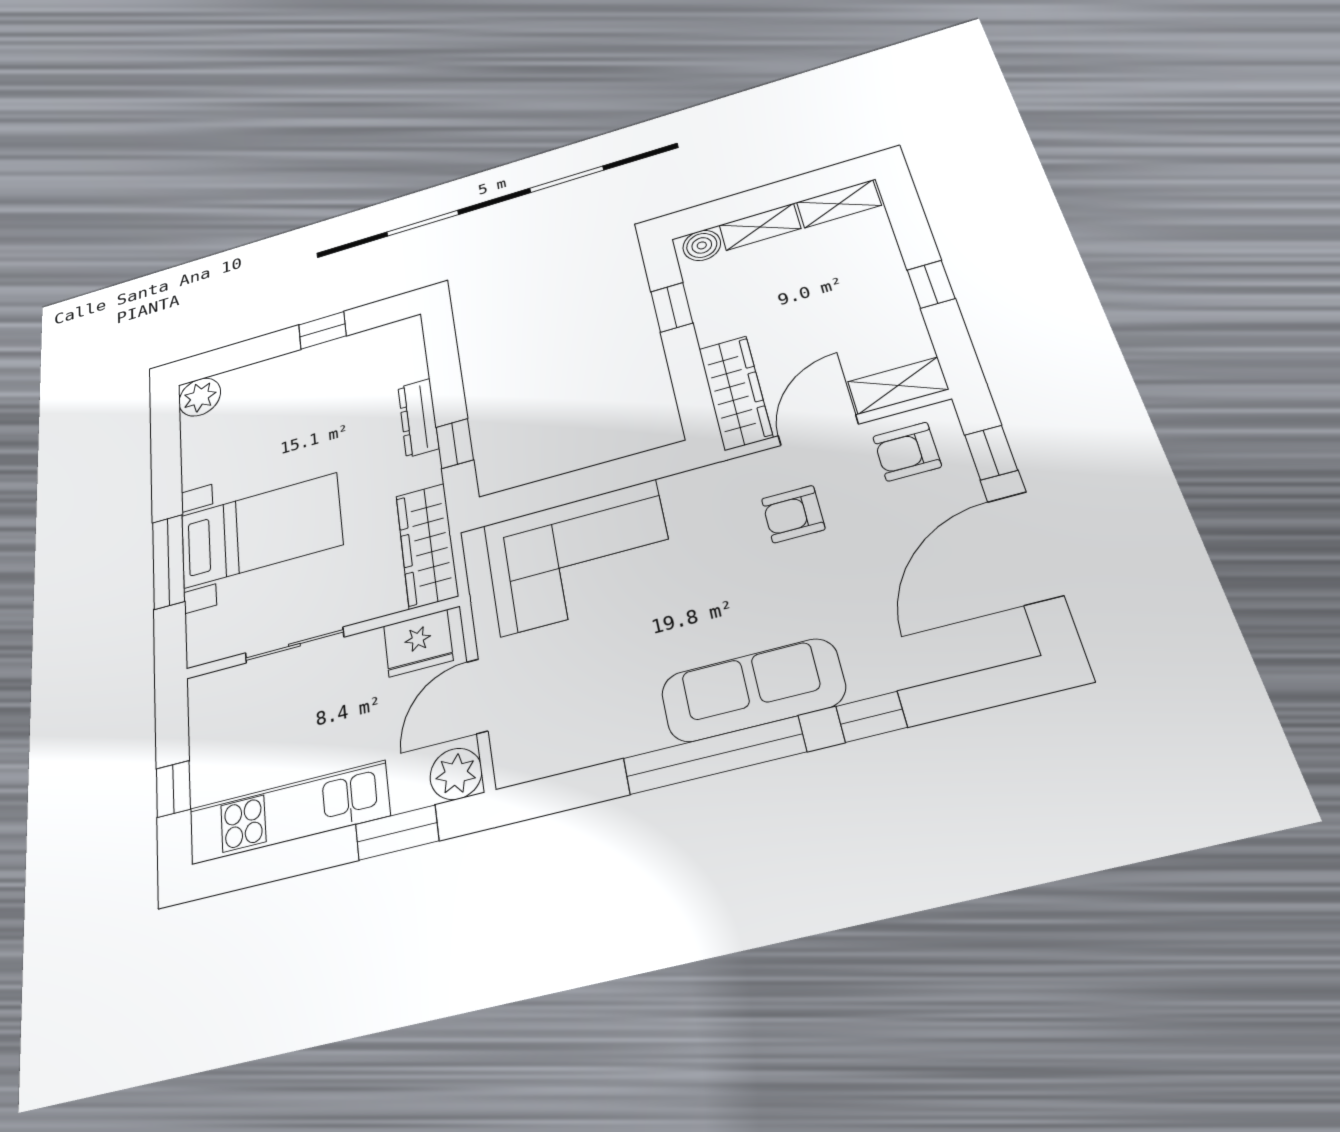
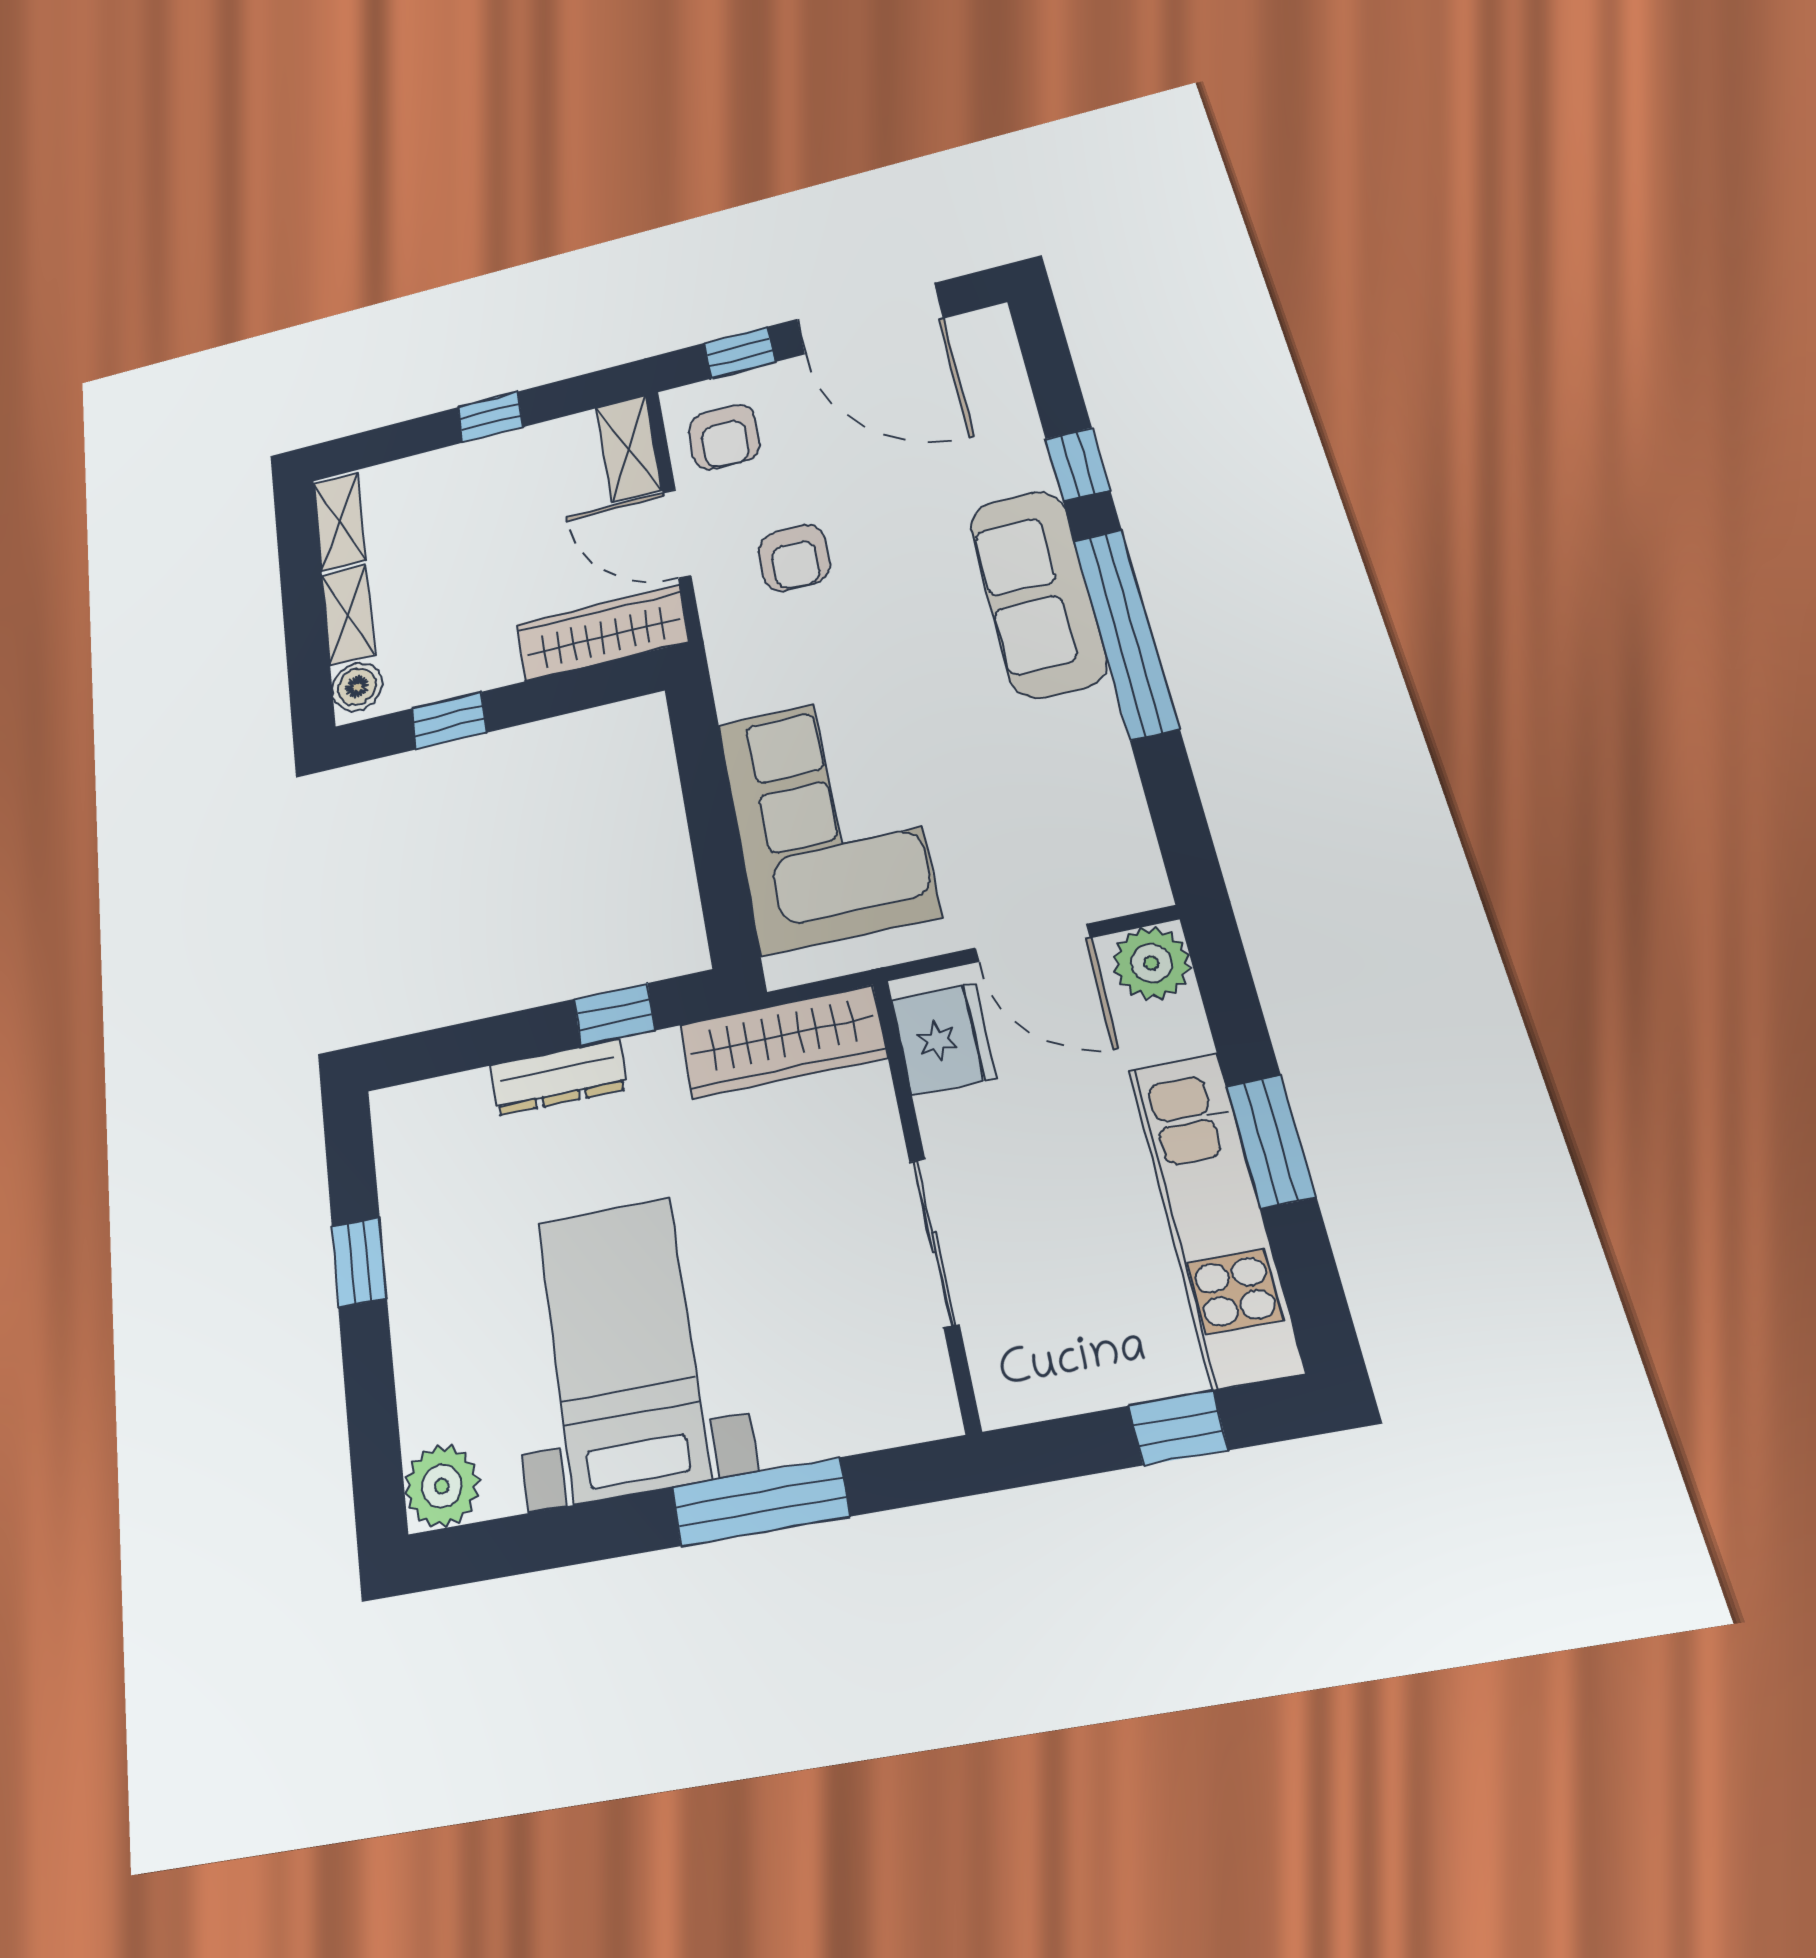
bed with nightstands: (261, 530) -> (623, 1348), moved
window: (397, 832) -> (1271, 1141), moved

